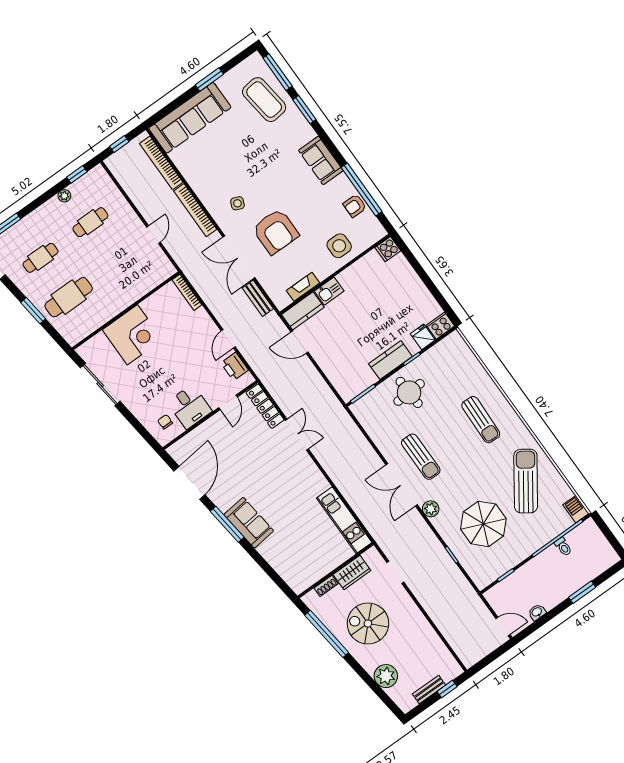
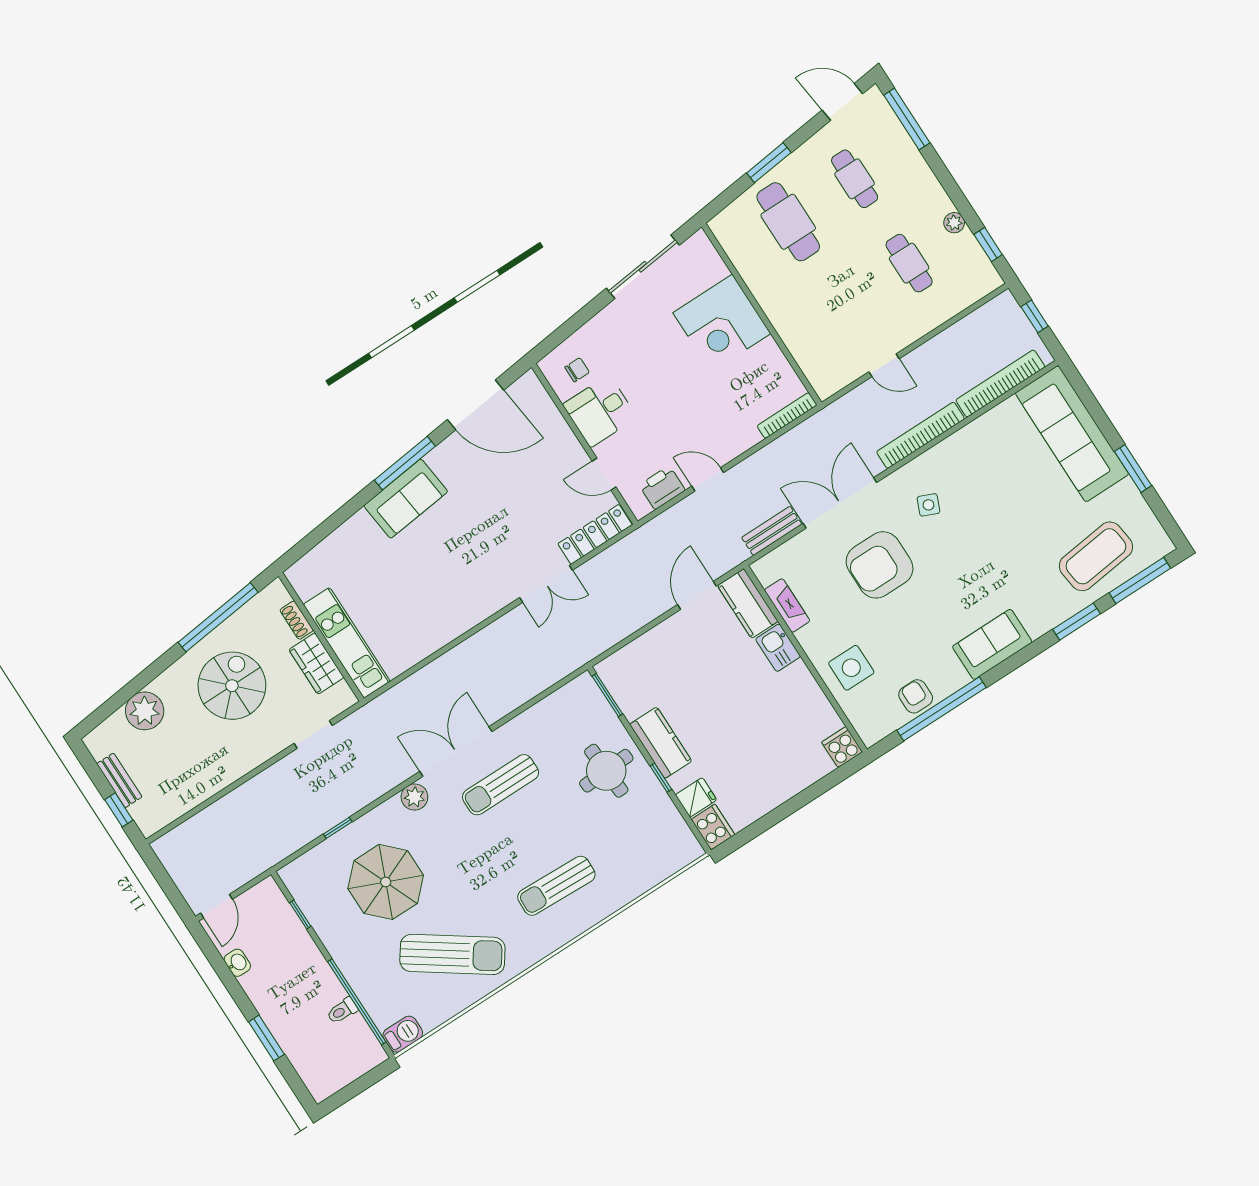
kitchen unit: (344, 520) -> (347, 643), moved, turned 90

